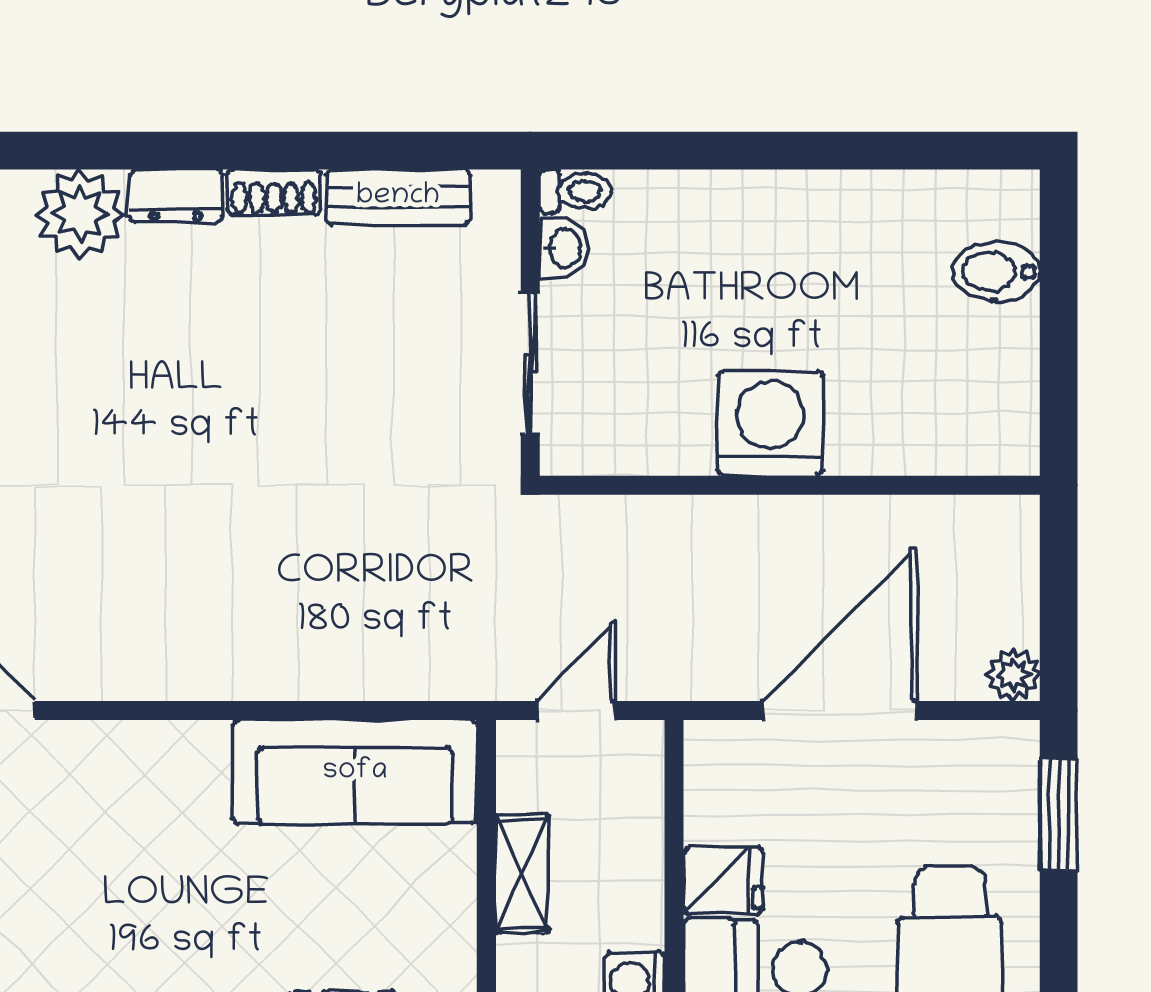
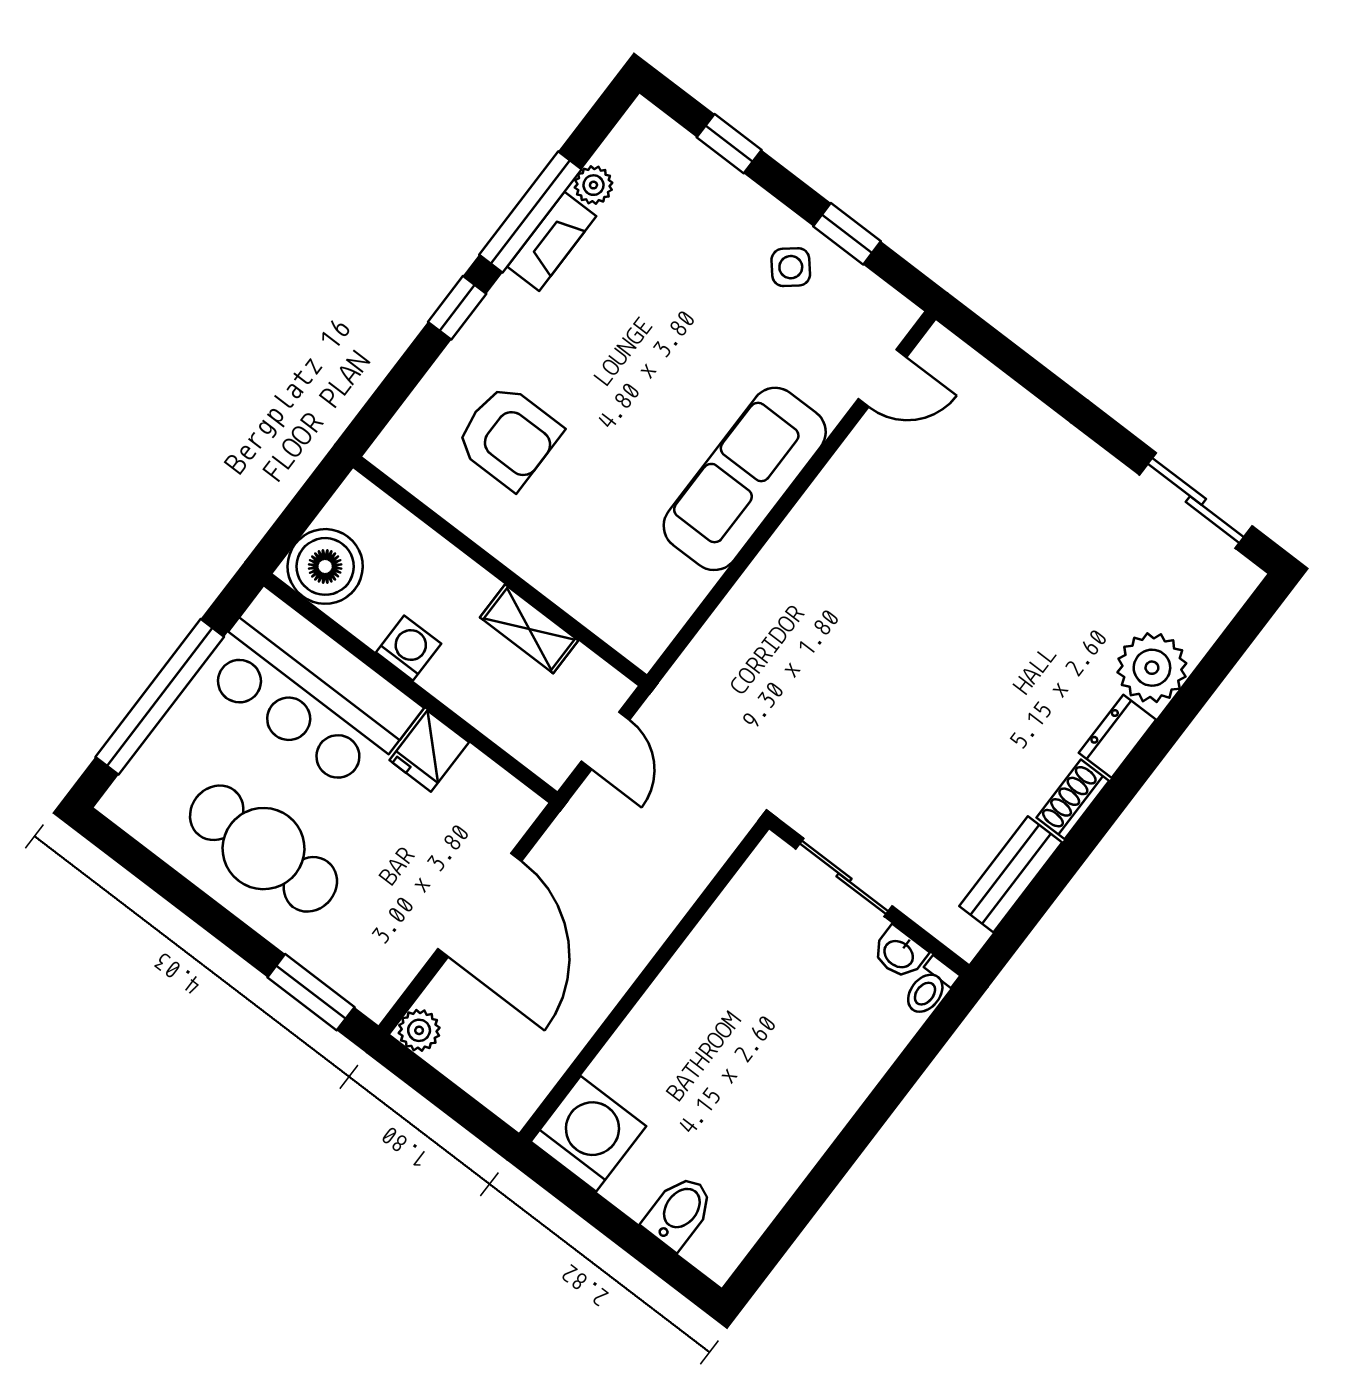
washing machine: (770, 423) -> (588, 1134), moved, turned -90
sofa: (355, 772) -> (745, 479), moved

